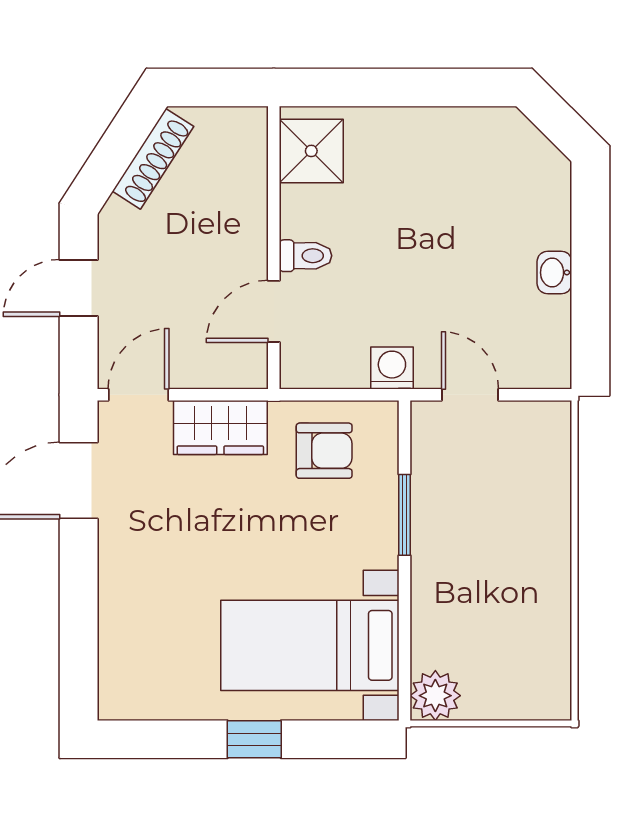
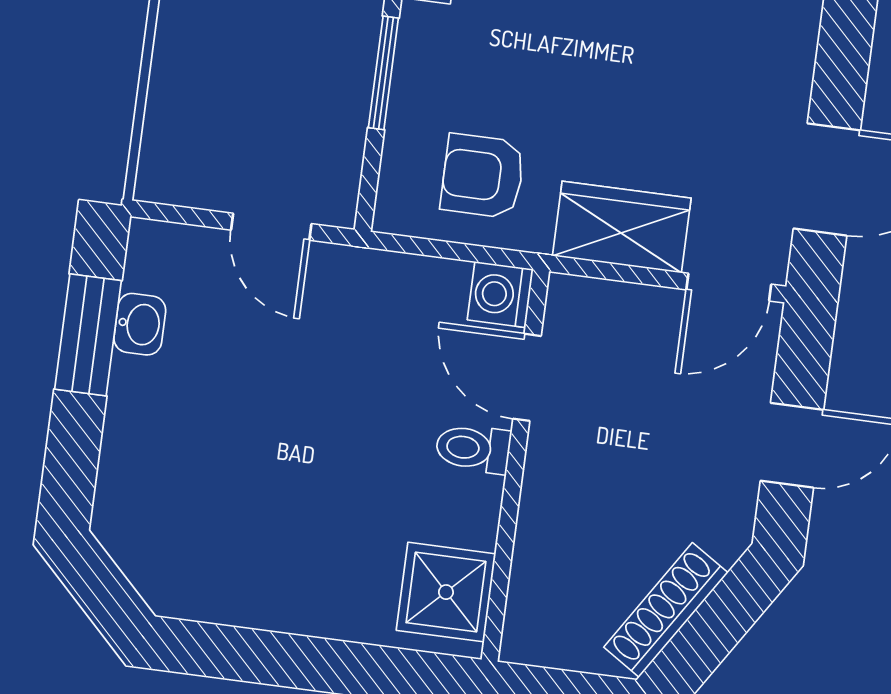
washbasin: (554, 273) -> (140, 324), moved
window: (590, 300) -> (88, 335), added
door: (274, 311) -> (527, 377), swing flipped
washing machine: (392, 368) -> (500, 295), moved, turned 90

